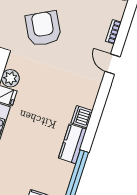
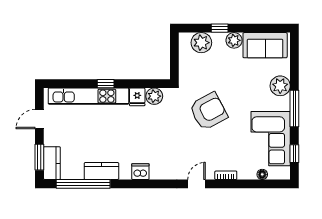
kitchen counter: (73, 144) -> (101, 171), moved

